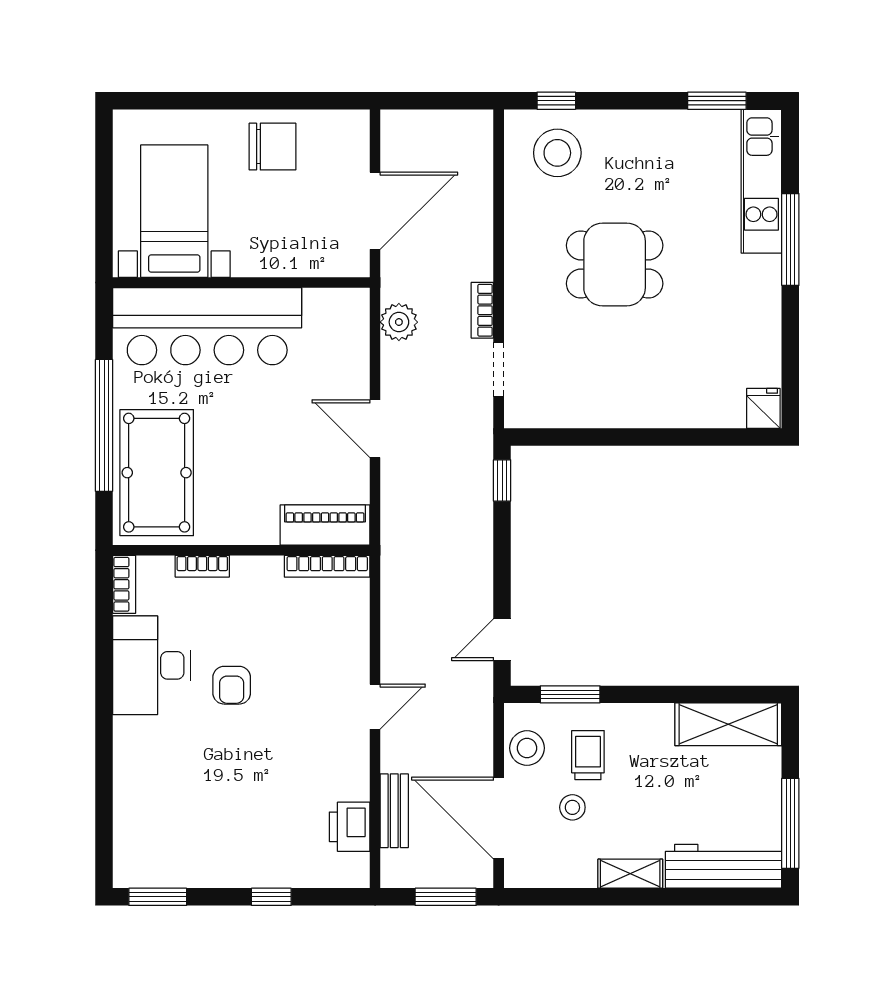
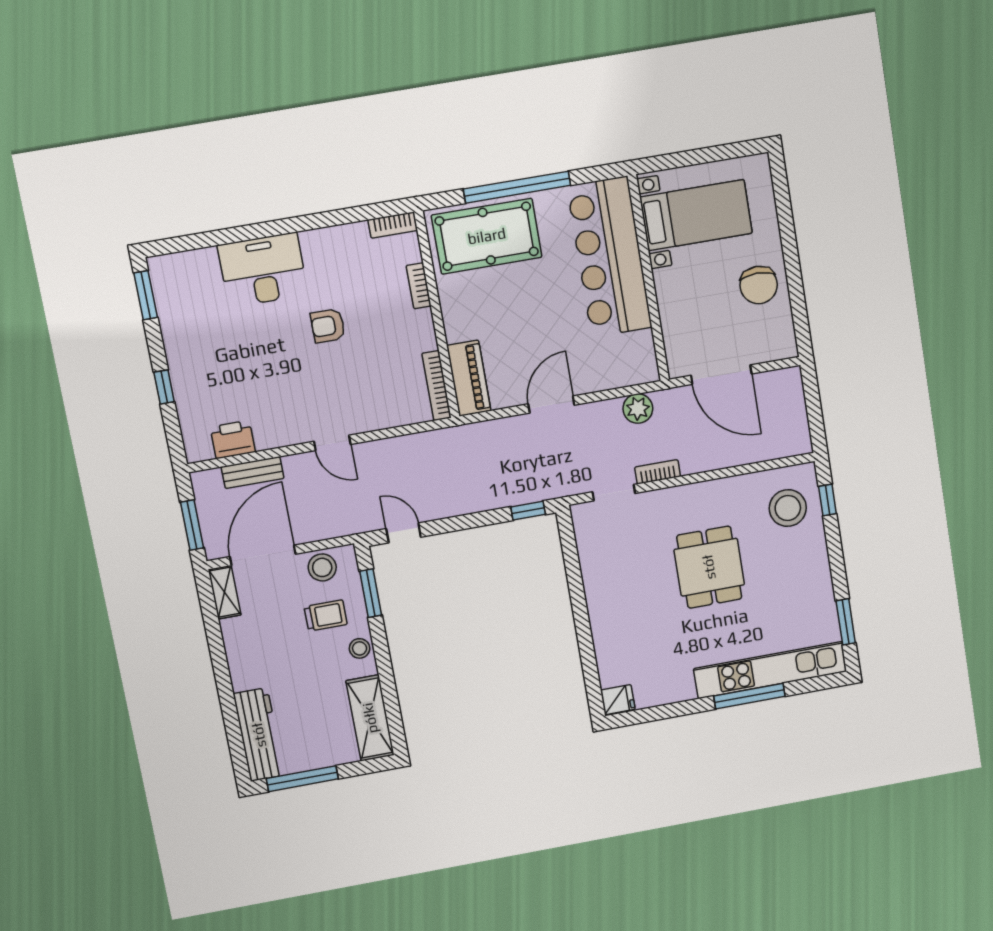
kitchen unit: (761, 181) -> (770, 670), width x1.36
desk: (151, 665) -> (263, 270), moved
stool: (572, 807) -> (360, 648), moved
shelving: (630, 874) -> (224, 592), moved

